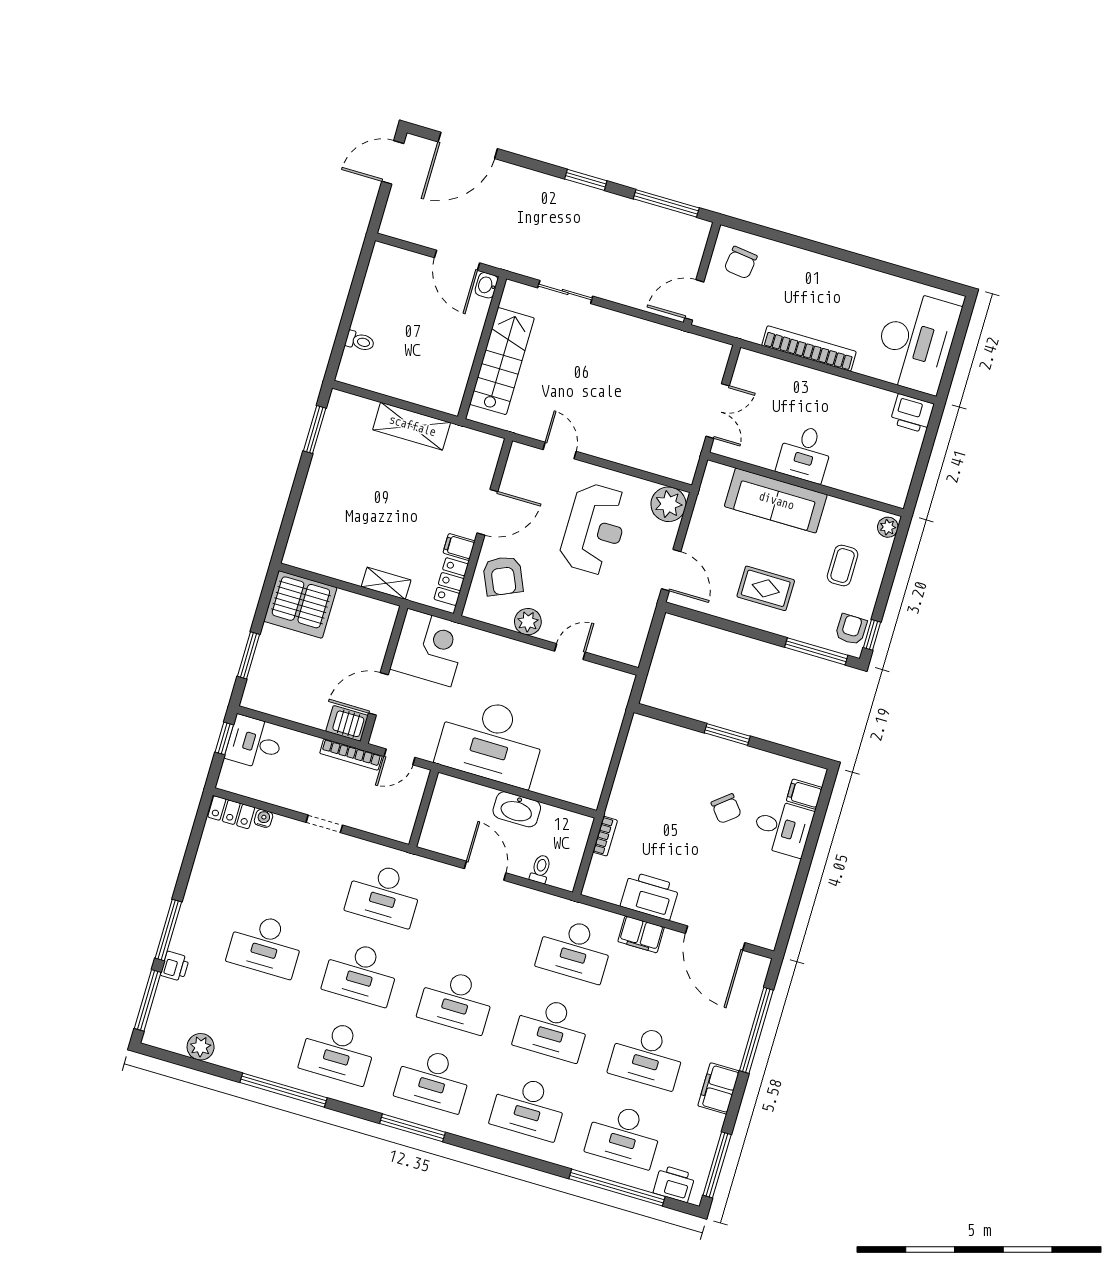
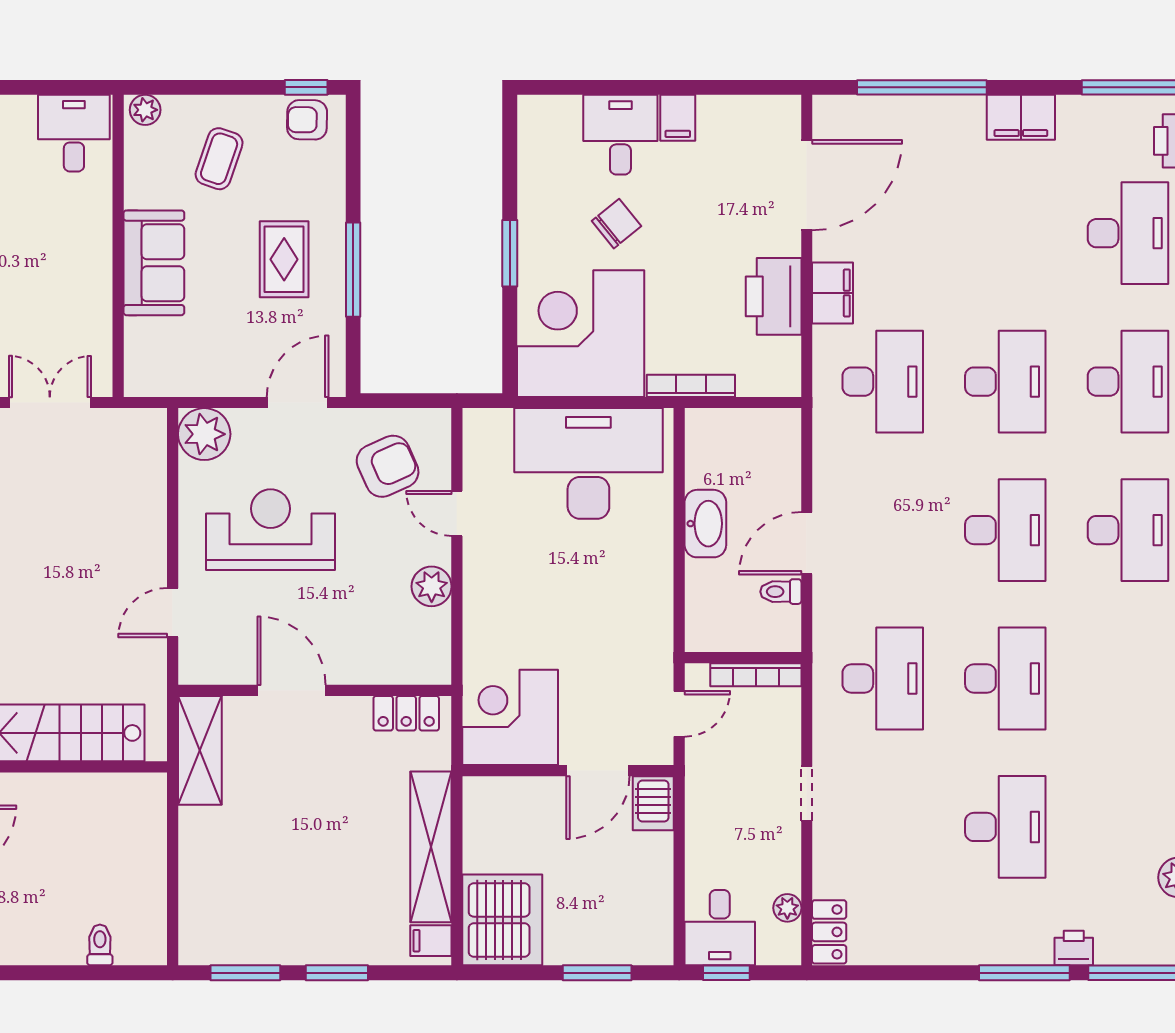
shelving: (412, 426) -> (200, 750), moved
desk: (805, 453) -> (74, 133), moved, turned -90
window: (297, 488) -> (337, 973), added
sofa: (776, 501) -> (154, 263), width x0.73
filing cabinet: (459, 547) -> (431, 941), moved, turned 90
coffee table: (843, 565) -> (219, 159), turned -71
armchair: (503, 576) -> (388, 466), moved
shelving: (386, 583) -> (431, 847), width x2.20, depth x1.33
window: (816, 651) -> (353, 270), moved
door: (378, 694) -> (598, 771), hinge flipped
desk: (491, 741) -> (588, 463), moved, turned -90
bookcase: (351, 755) -> (756, 675), moved, turned 90
door: (399, 757) -> (679, 714), hinge flipped
corner desk: (662, 765) -> (581, 334), added
plant: (255, 790) -> (787, 908), added
filing cabinet: (804, 794) -> (678, 118), moved
water cooler: (263, 818) -> (825, 883), removed
bookcase: (605, 836) -> (691, 386), width x1.56
toilet: (540, 869) -> (781, 592), moved
desk: (338, 1052) -> (1128, 679), removed
desk: (647, 1057) -> (1005, 233), removed

